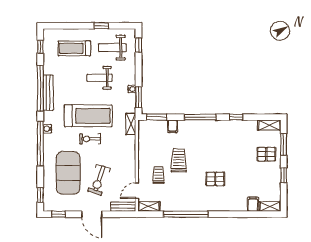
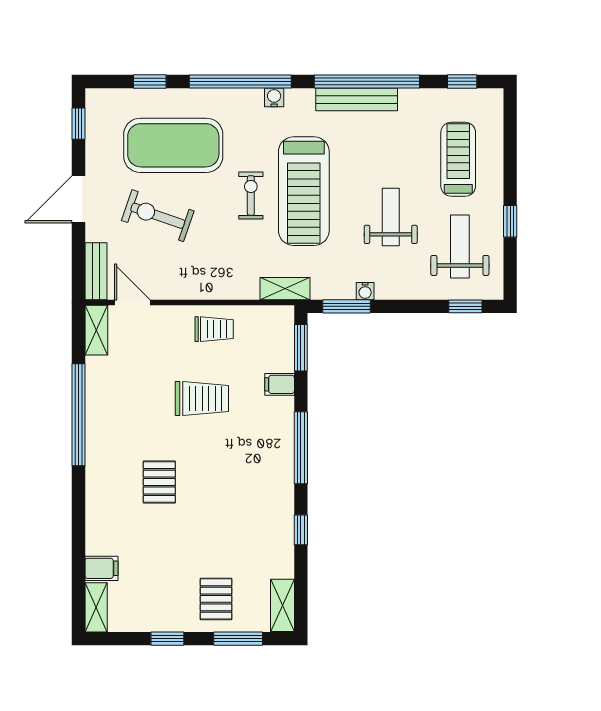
trolley: (159, 175) -> (214, 329), moved
window: (40, 195) -> (150, 81), moved

